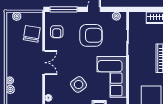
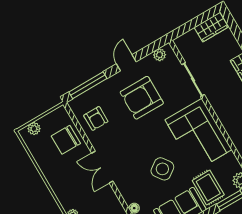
chair: (32, 34) -> (66, 140), turned -99
armchair: (91, 35) -> (142, 98), turned 180
double door: (44, 63) -> (102, 167), swing flipped

